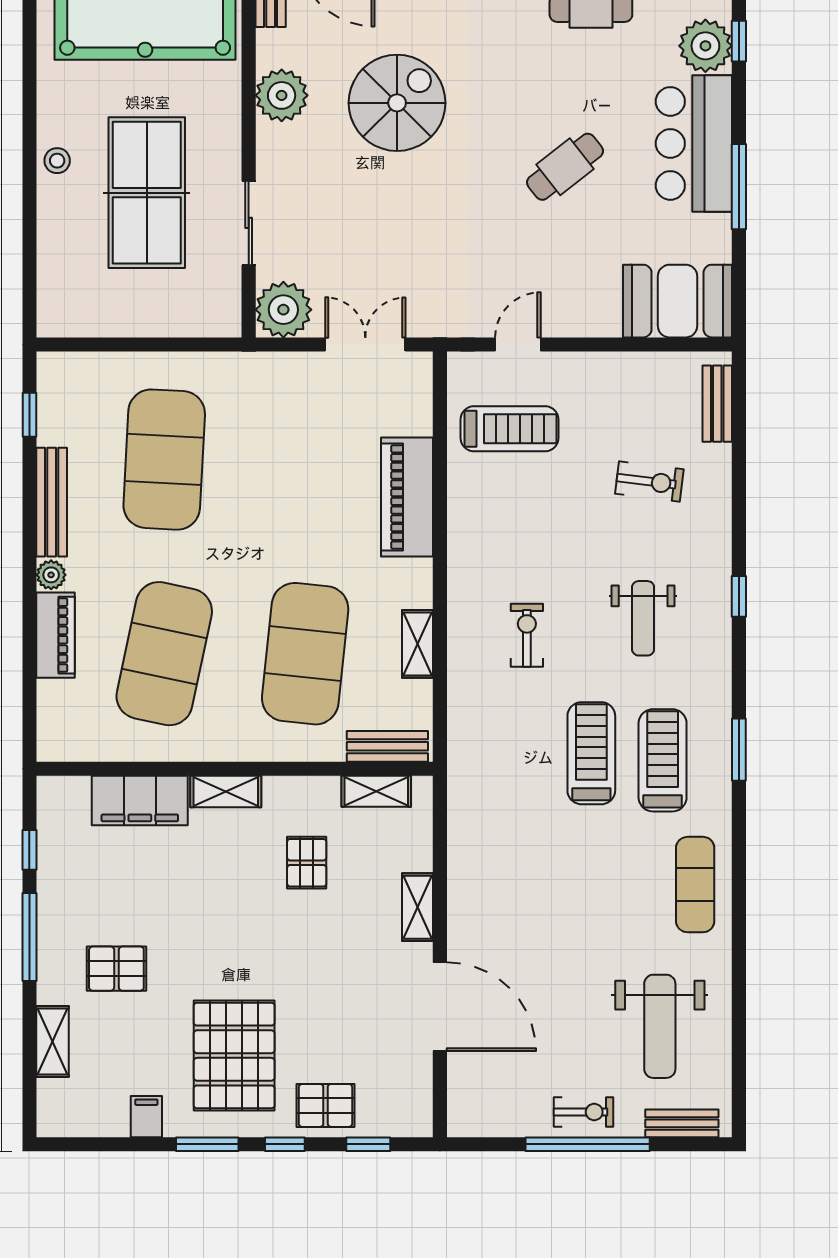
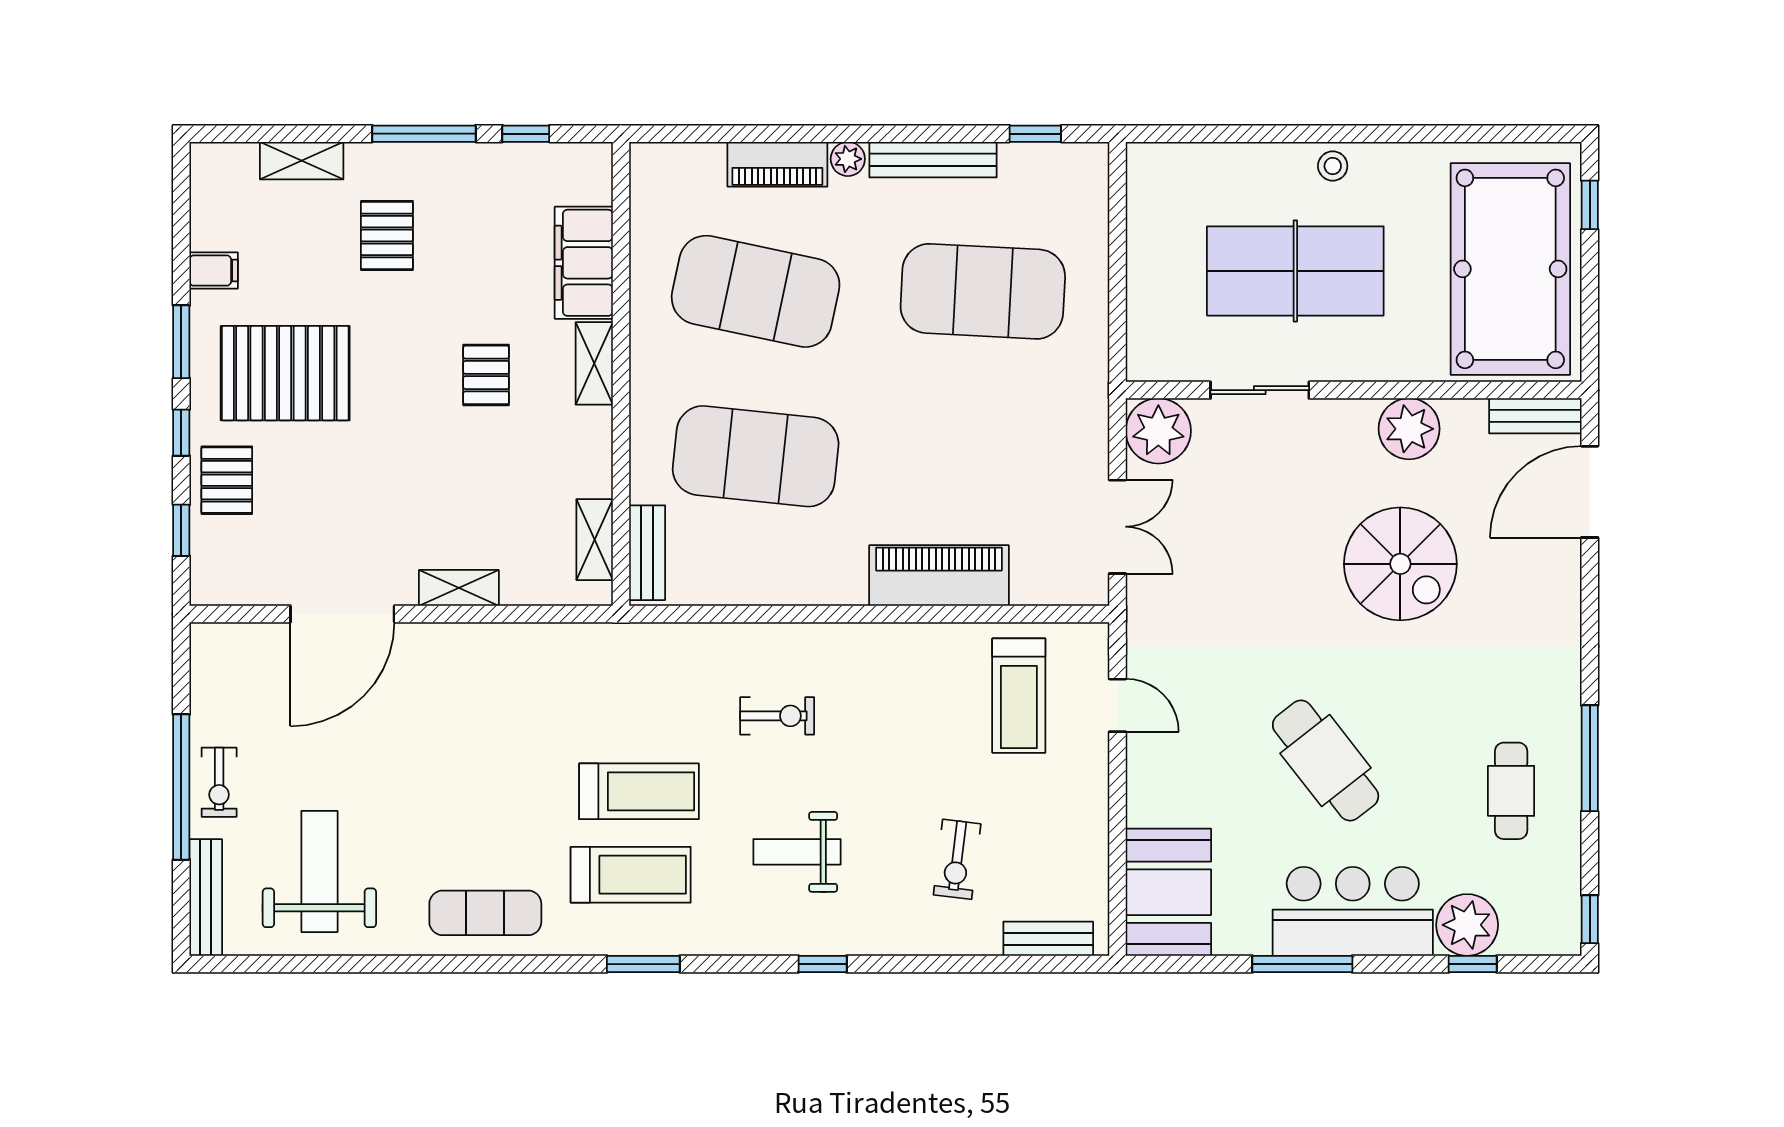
cafe table: (565, 167) -> (1326, 761), width x1.37, depth x1.35
shelving: (418, 644) -> (767, 588), removed
pallet: (307, 863) -> (486, 375), moved, turned 90
weight bench: (660, 1026) -> (319, 871), turned 90
bench: (682, 1123) -> (206, 897), width x1.36

